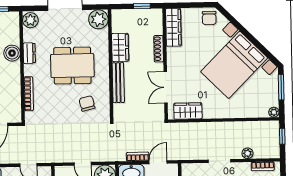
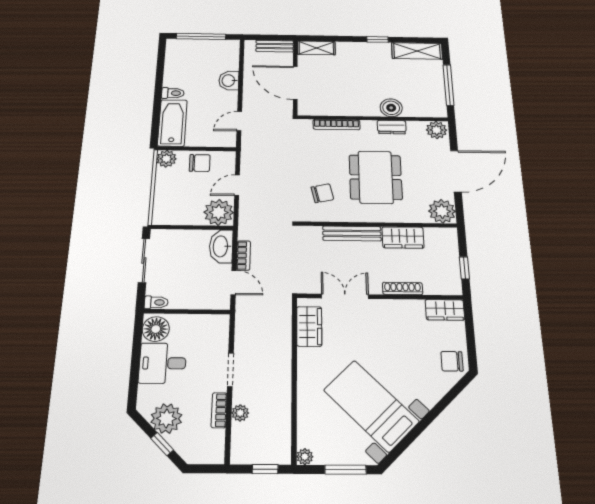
wardrobe: (173, 27) -> (445, 310), width x0.67
bed with nightstands: (234, 65) -> (371, 406), width x0.73
bookcase: (263, 166) -> (219, 410), moved

